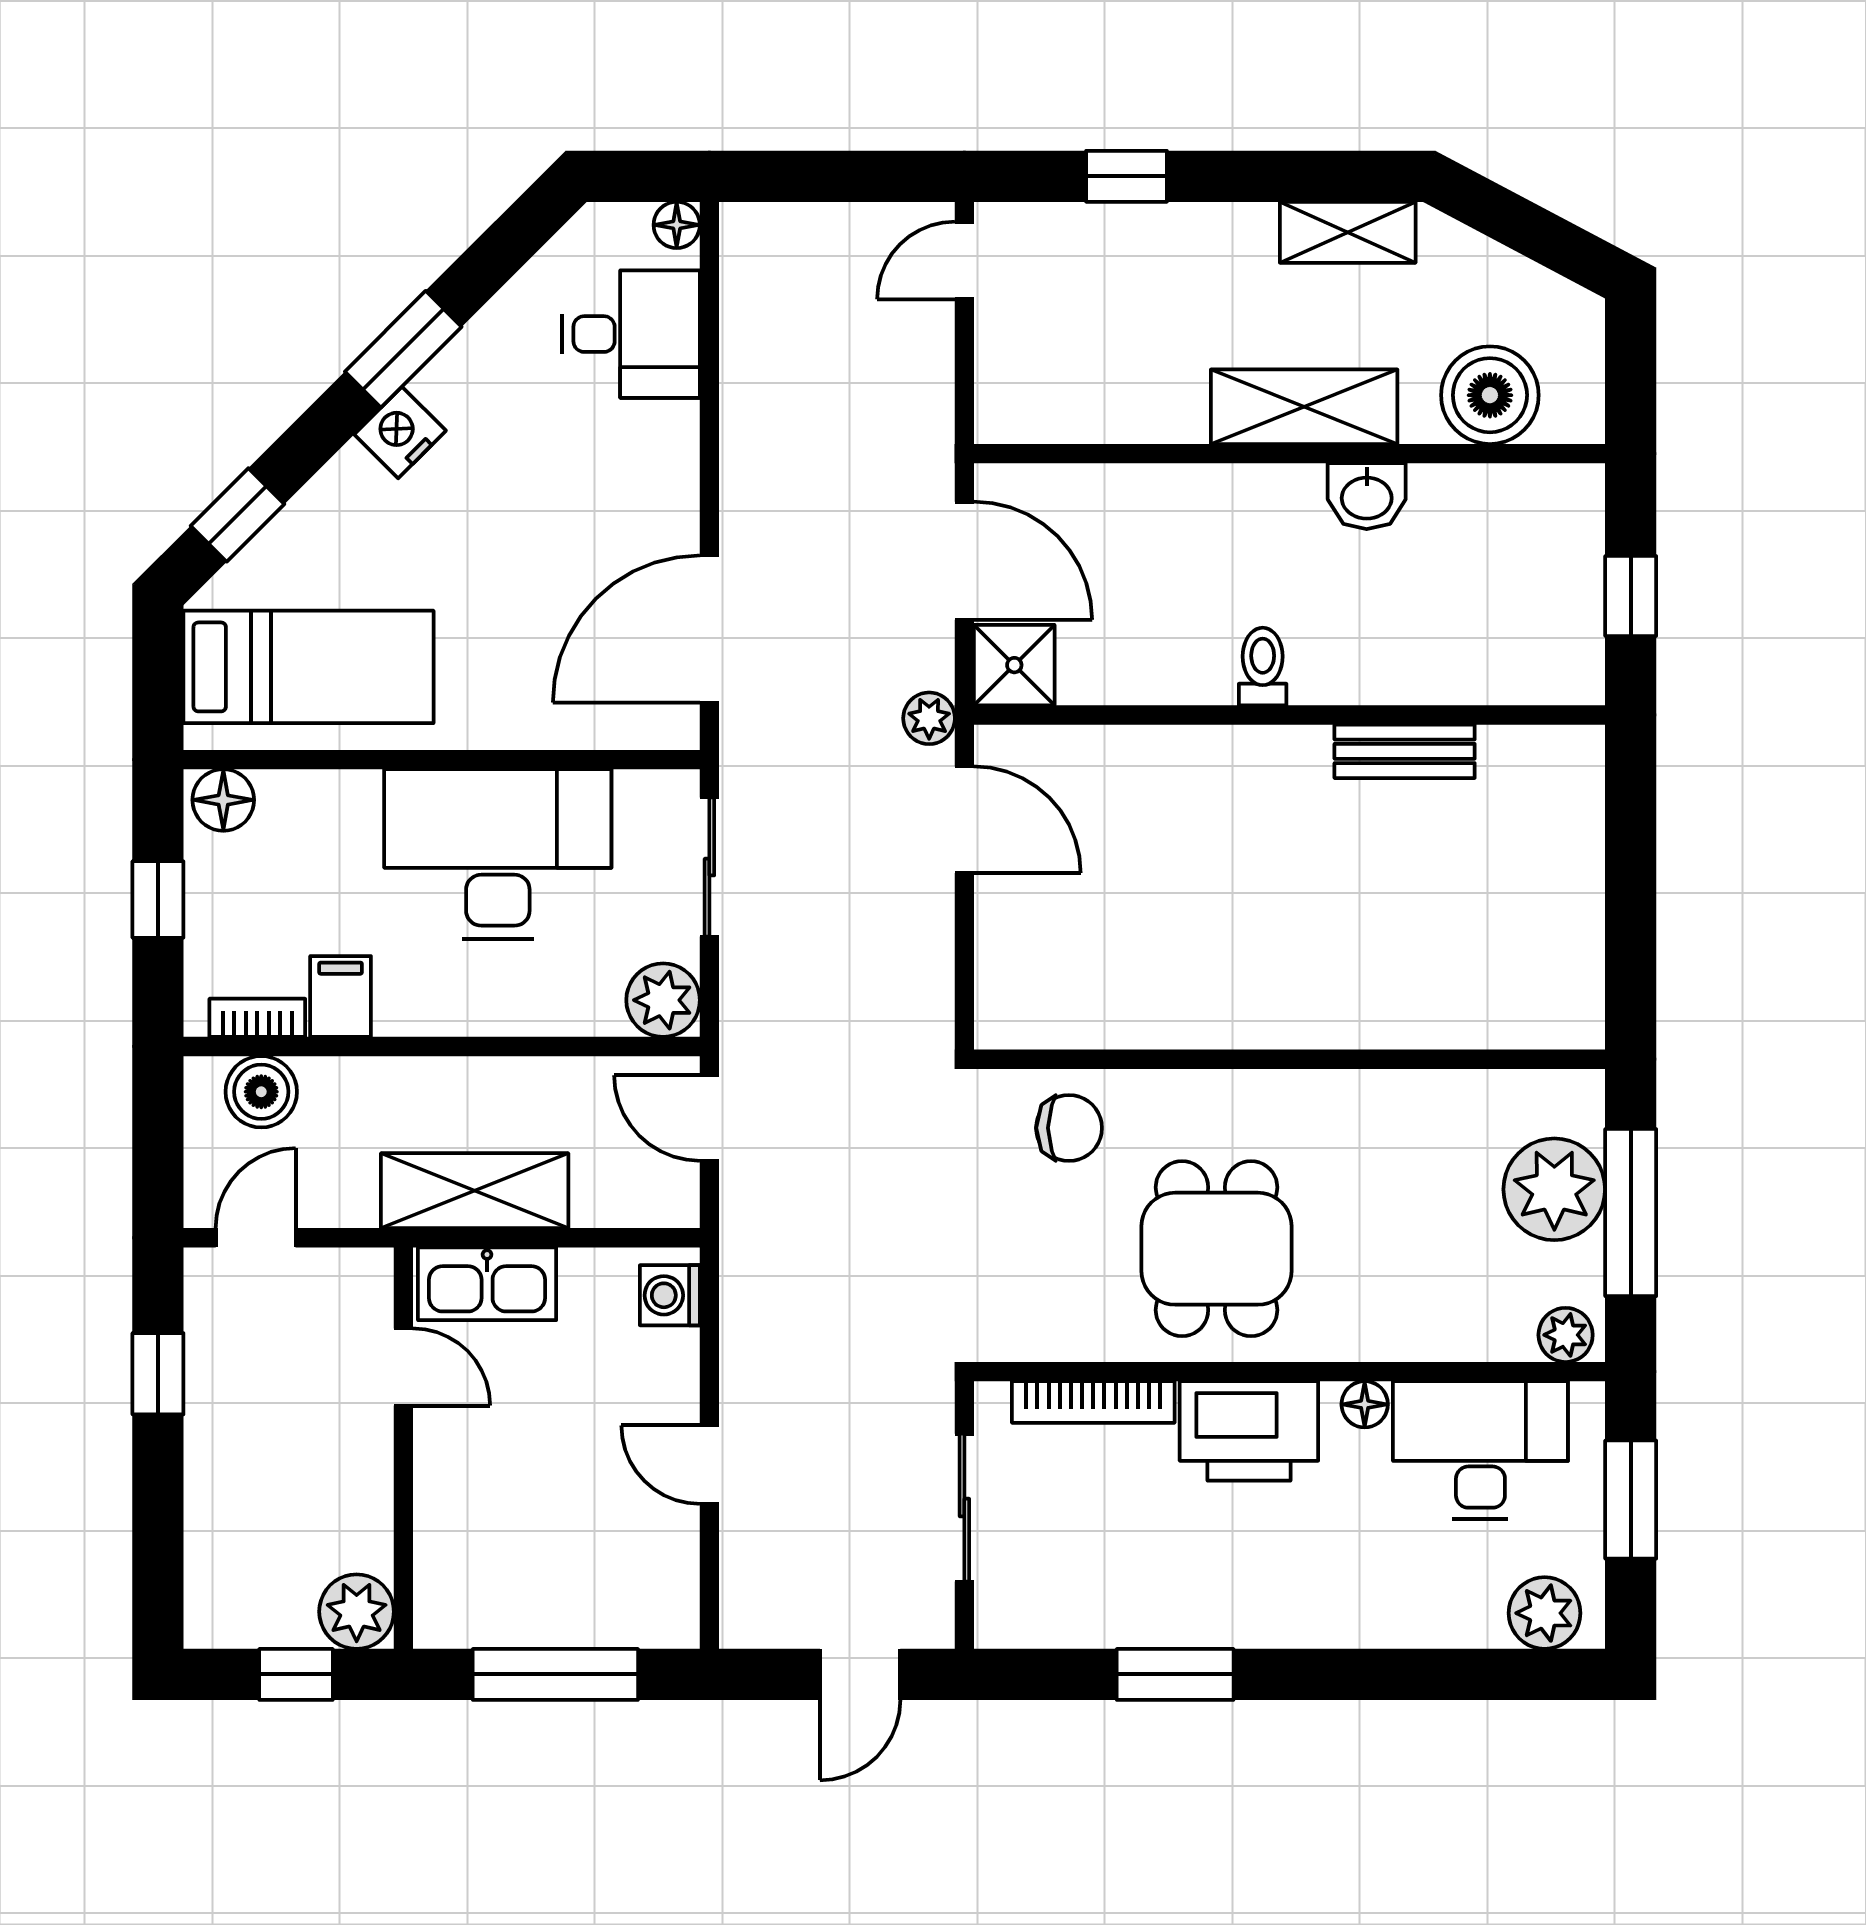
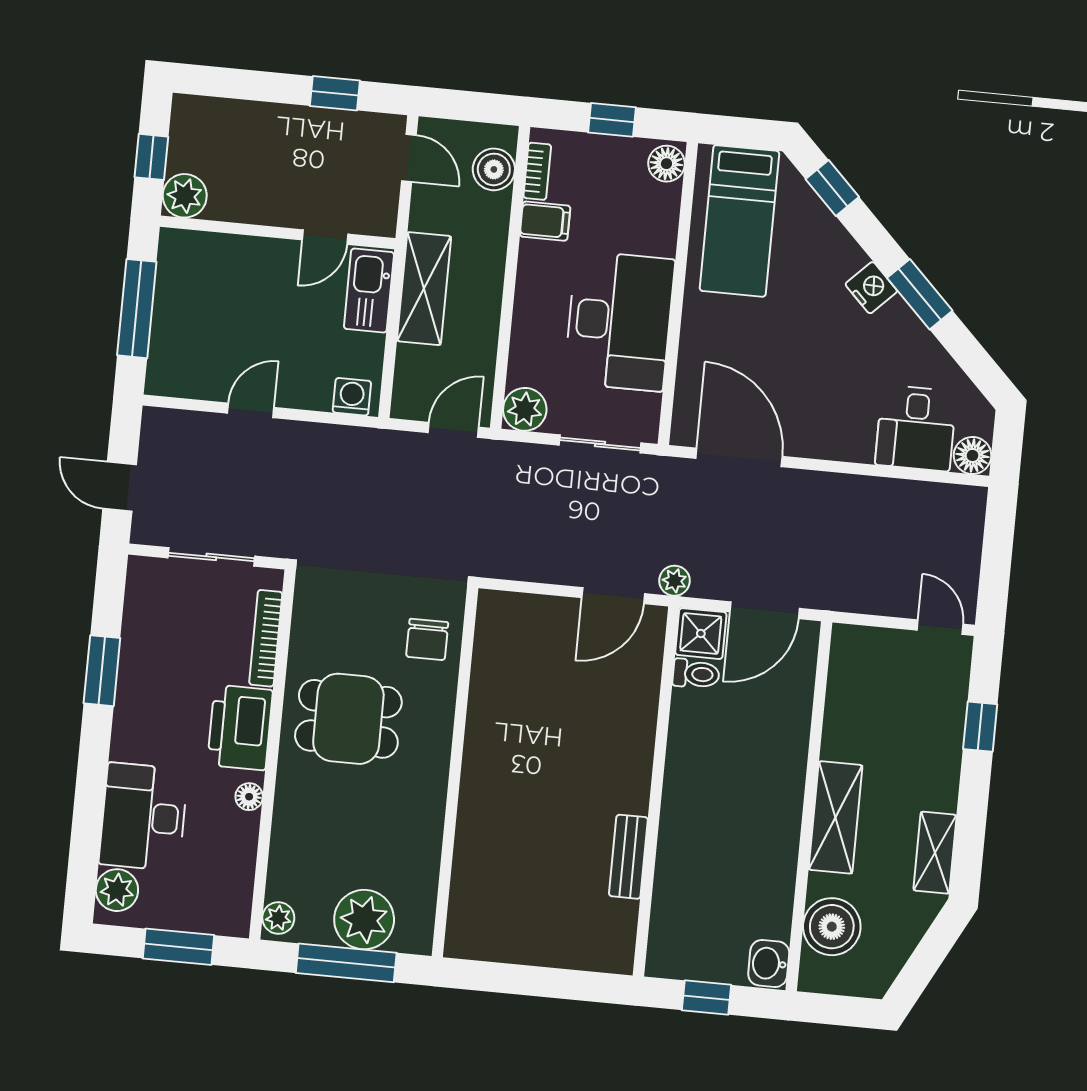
floor lamp: (677, 225) -> (972, 455), width x1.37, depth x1.37
washbasin: (1367, 496) -> (769, 963), moved
toilet: (1263, 667) -> (696, 674), moved
desk: (1480, 1450) -> (143, 817), moved, turned 180

